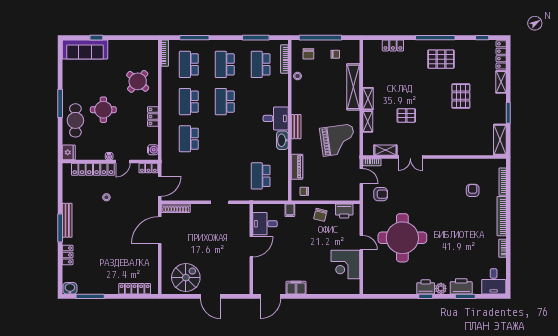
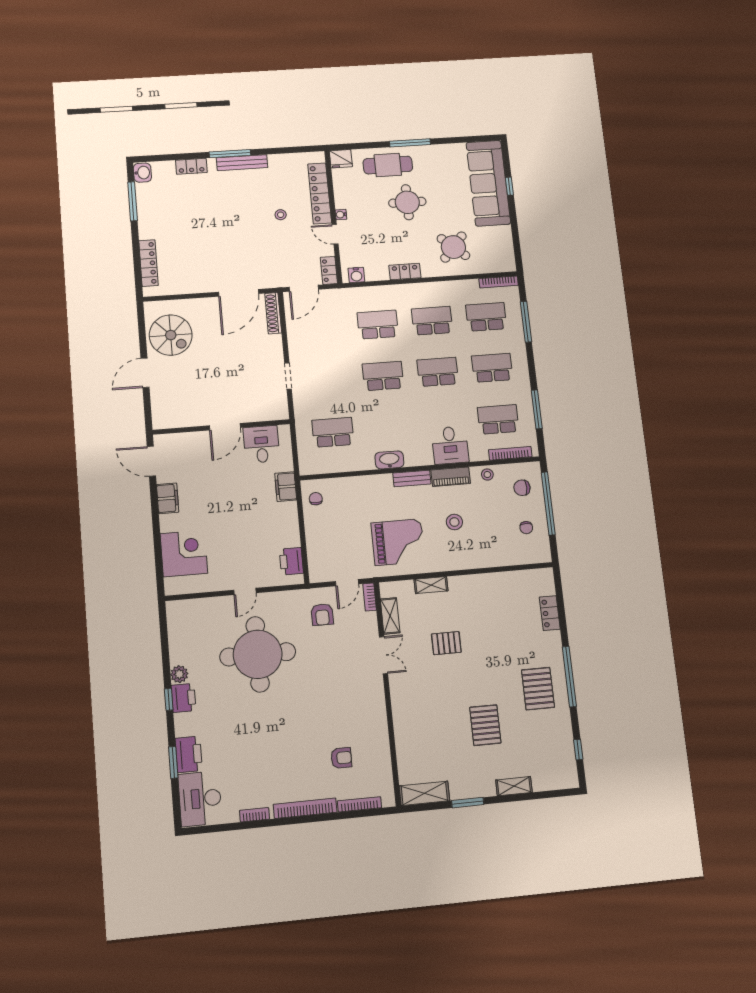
sofa: (85, 49) -> (488, 183), width x1.36, depth x1.27
locker: (501, 55) -> (555, 782), removed
shelving: (353, 87) -> (481, 559), removed
pallet: (461, 96) -> (485, 725), turned 90
shelving: (368, 99) -> (465, 582), removed
stool: (327, 102) -> (454, 522), added
pallet: (406, 115) -> (446, 643), turned 90
desk: (276, 118) -> (450, 445), moved
school desk: (225, 139) -> (383, 376), added
grand piano: (338, 140) -> (398, 542), turned -82
double door: (410, 157) -> (383, 655), swing flipped
piano: (297, 167) -> (451, 477), moved
door: (160, 186) -> (304, 288), hinge flipped
filing cabinet: (290, 210) -> (286, 487), width x2.00
chair: (320, 215) -> (282, 526), removed
door: (160, 230) -> (239, 293), swing flipped
door: (251, 247) -> (225, 427), hinge flipped
corner desk: (345, 264) -> (184, 553), moved, turned 90
desk: (494, 281) -> (200, 799), width x1.37
plant: (441, 288) -> (179, 674), moved

